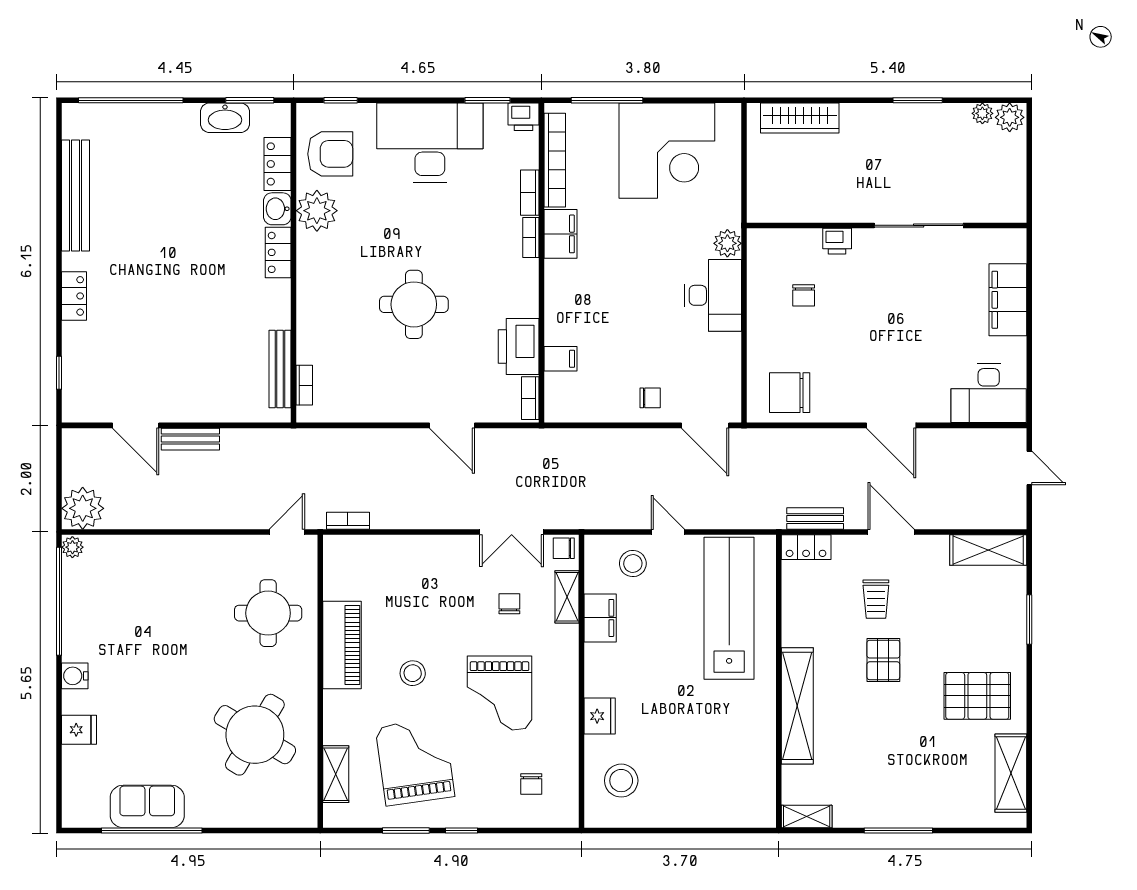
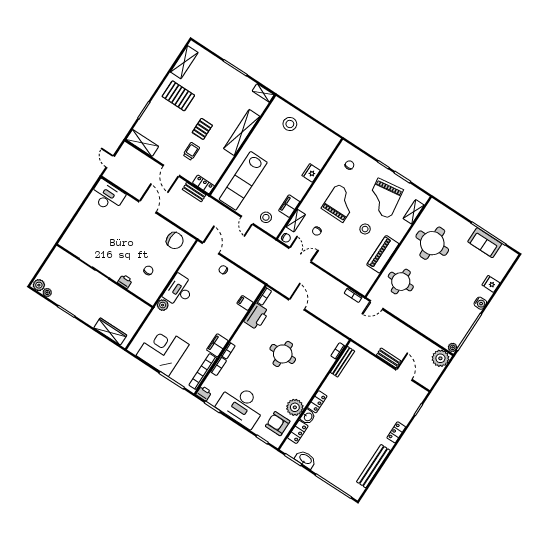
filing cabinet: (1008, 300) -> (80, 224), removed
round table: (255, 735) -> (432, 243), turned -31
stool: (621, 781) -> (290, 124), moved

